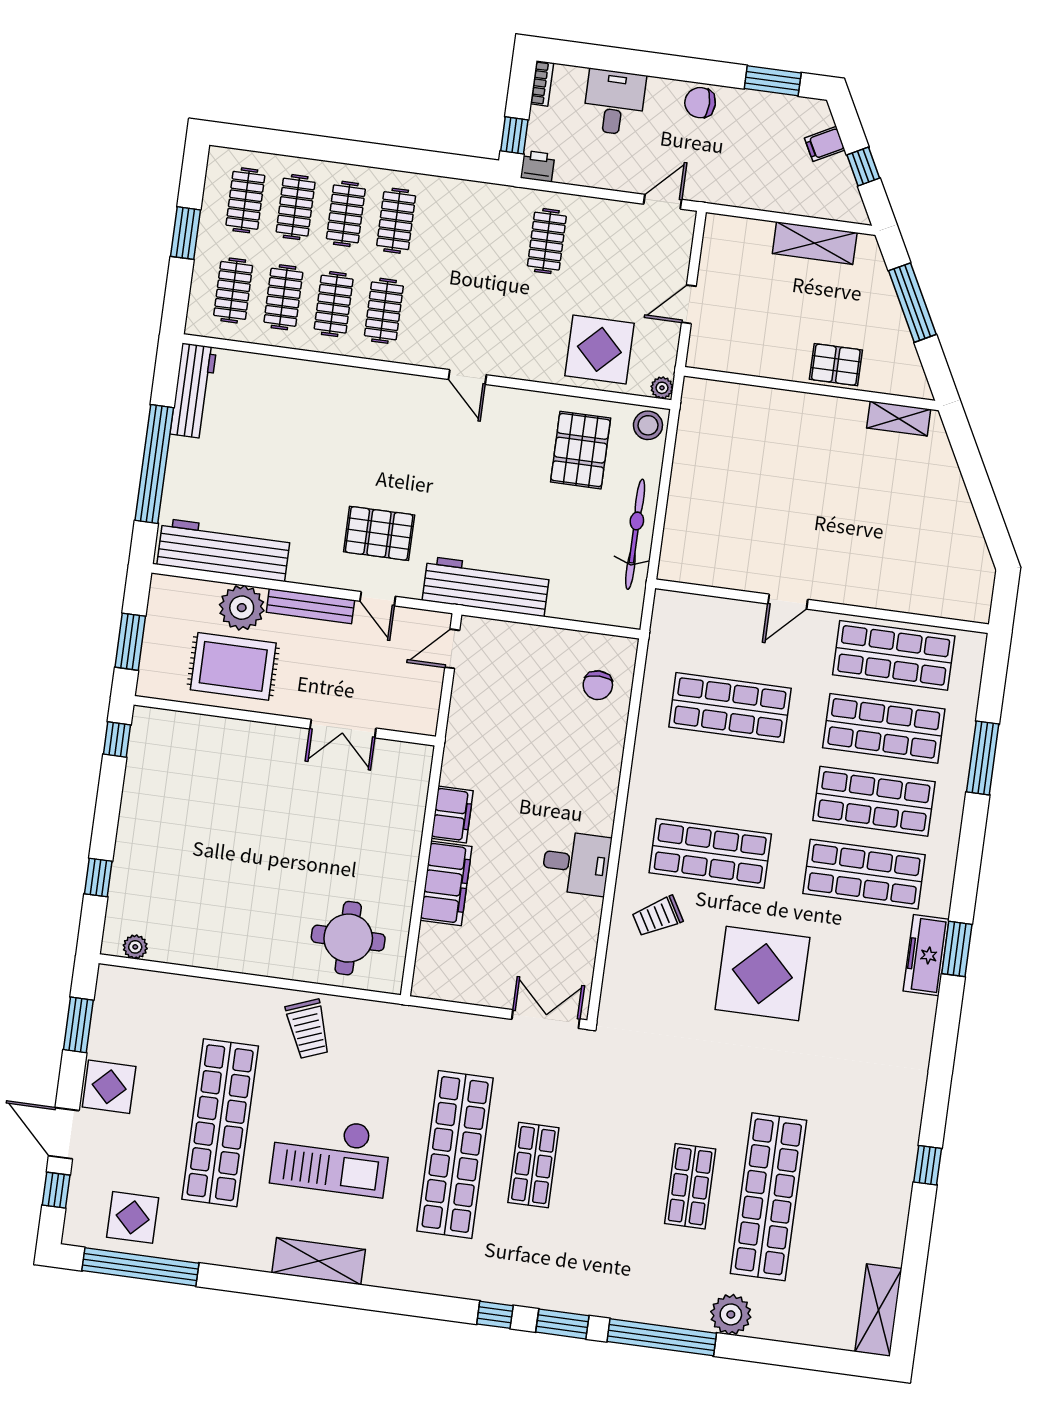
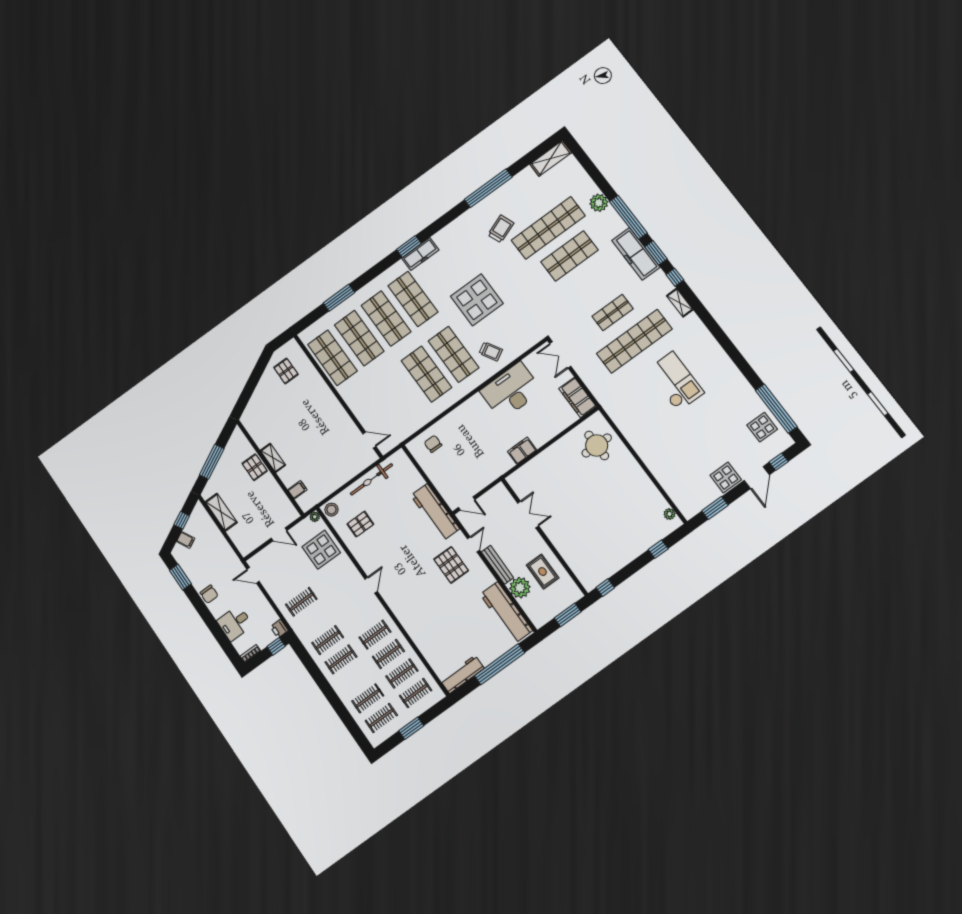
clothes rail: (346, 214) -> (328, 640), moved
filing cabinet: (733, 400) -> (297, 490), added
shelving: (899, 419) -> (273, 458), moved
pallet: (581, 450) -> (360, 524), width x0.67, depth x0.71
pallet: (945, 560) -> (286, 371), added
door: (788, 602) -> (369, 440), moved
rug: (233, 666) -> (542, 572), width x0.73, depth x0.70
chair: (598, 685) -> (433, 444), turned -90
shop shelf: (730, 708) -> (426, 374), moved
desk: (576, 863) -> (511, 391), width x1.87, depth x1.30
filing cabinet: (446, 883) -> (577, 397), moved, turned -90
trolley: (308, 1029) -> (501, 229), moved
shop shelf: (220, 1123) -> (701, 429), removed
window: (928, 1165) -> (488, 188), width x3.17
shop shelf: (690, 1186) -> (570, 256), width x1.43, depth x1.36
shelving: (319, 1261) -> (680, 303), moved, width x0.67, depth x0.75
freezer: (591, 1292) -> (636, 254), added

